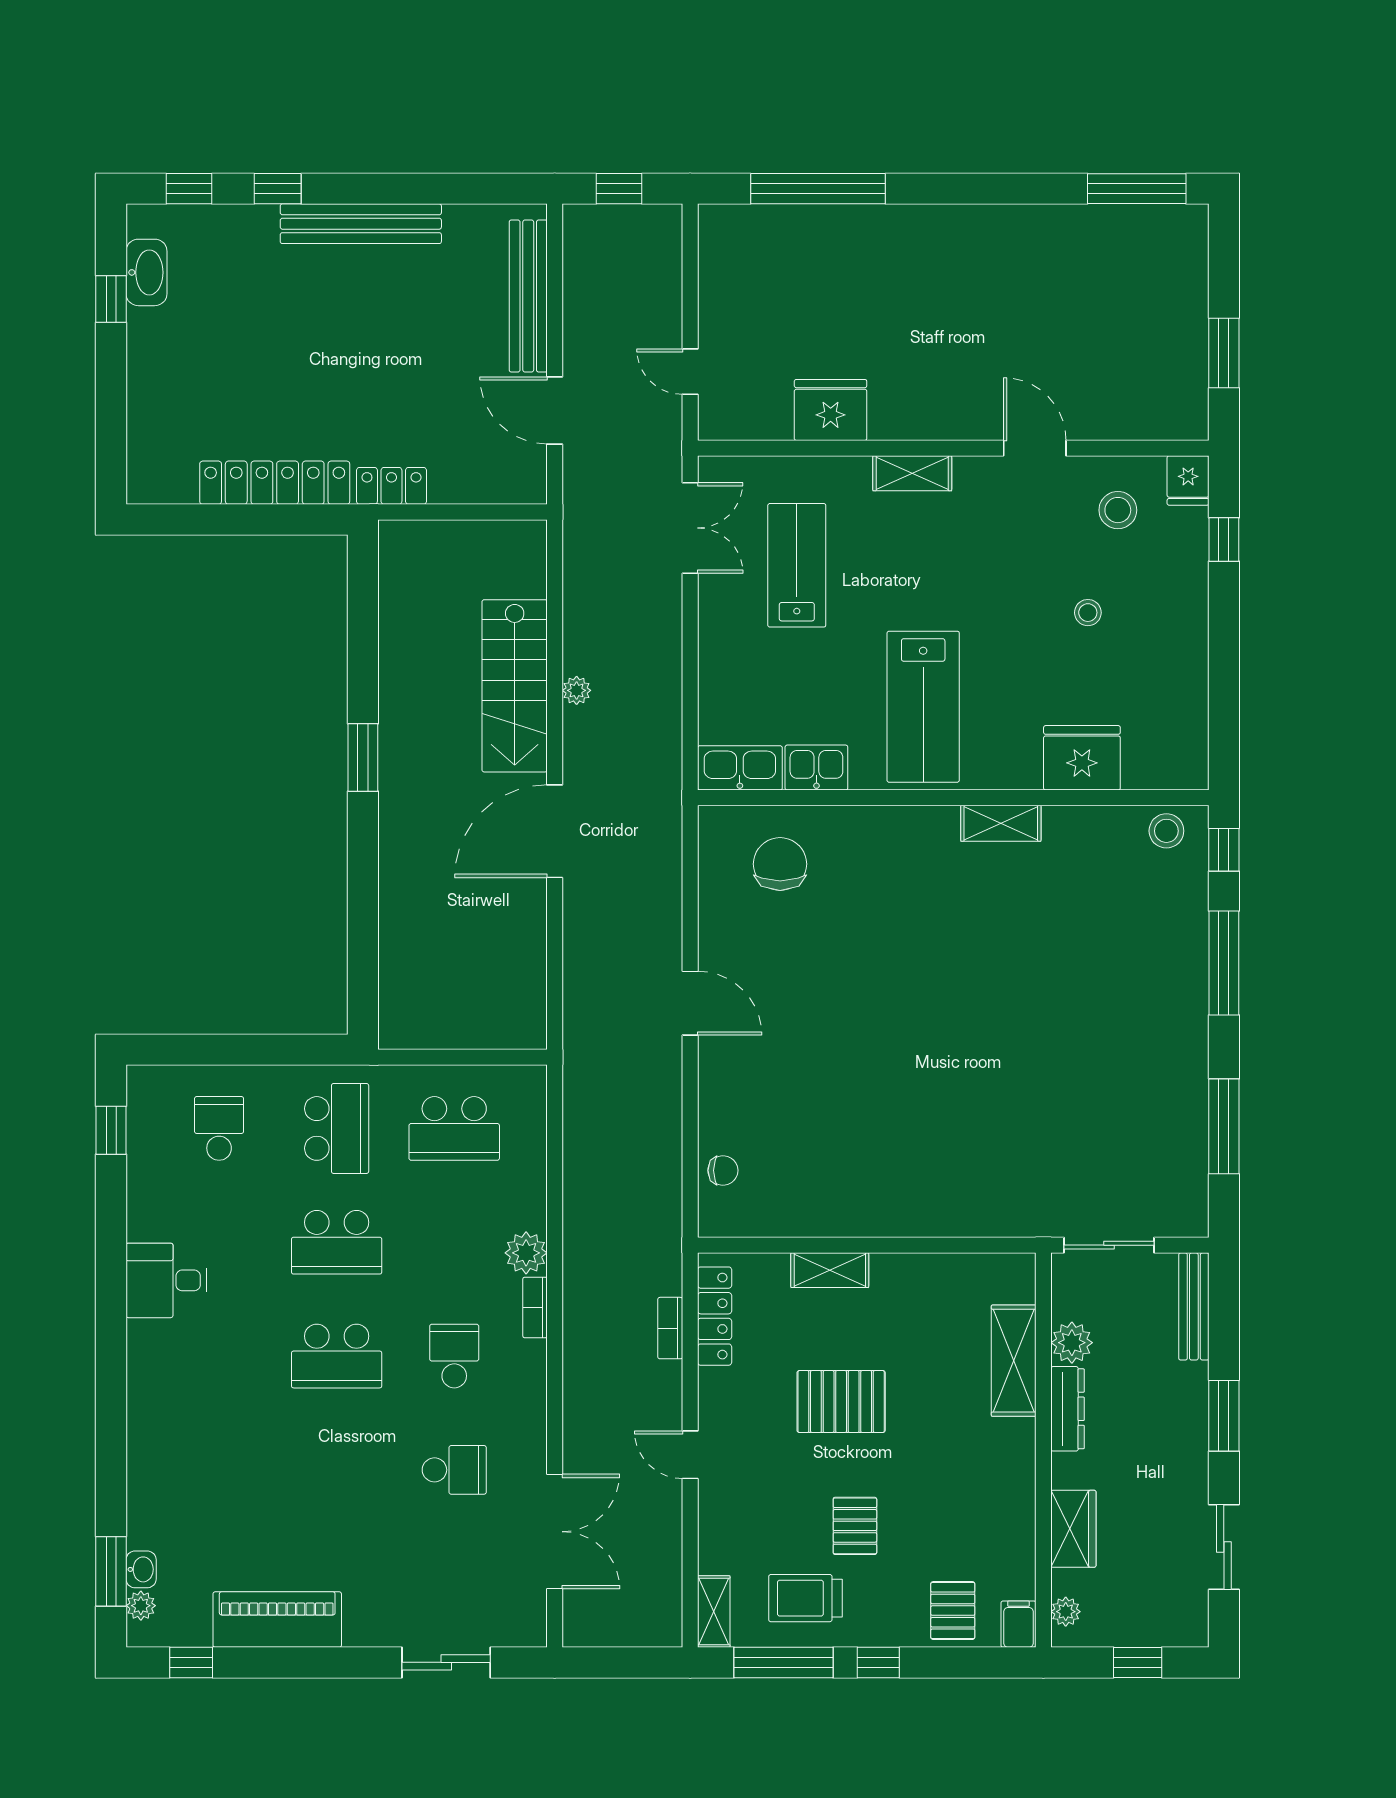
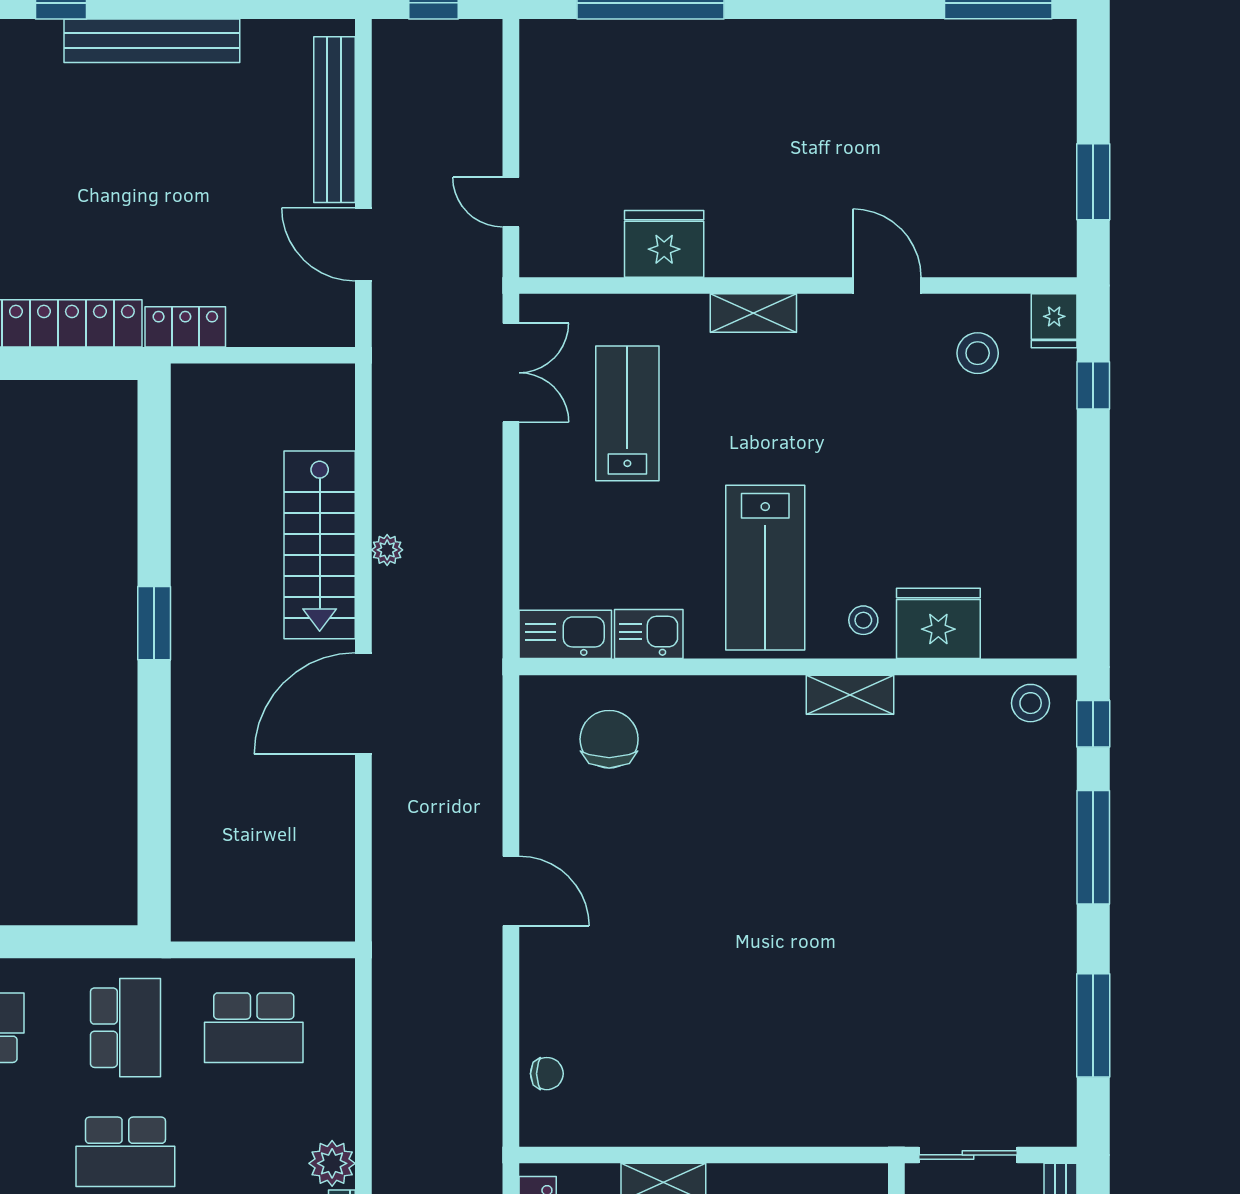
stool: (1088, 613) -> (863, 620), moved

